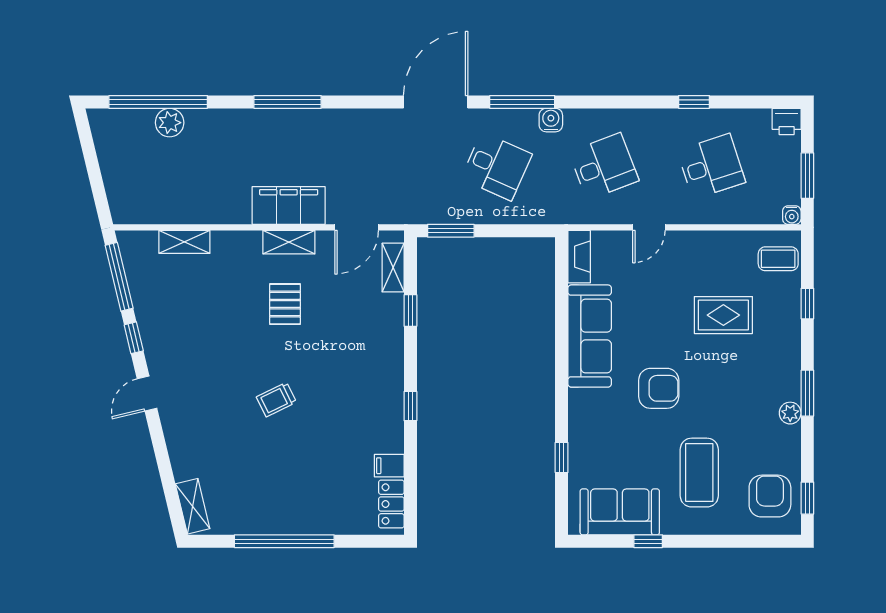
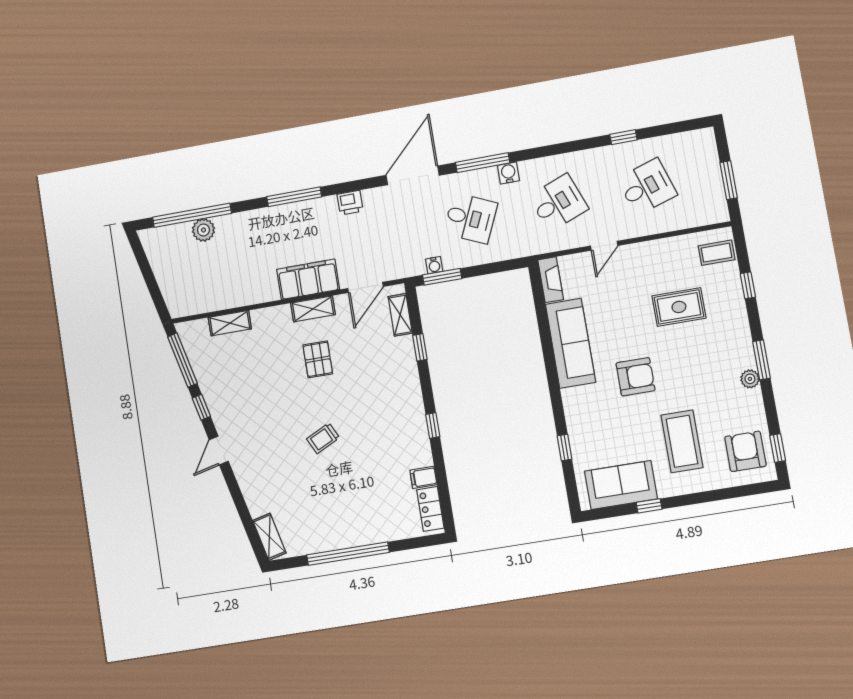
printer: (787, 121) -> (350, 203), moved
water cooler: (792, 215) -> (434, 265), moved

